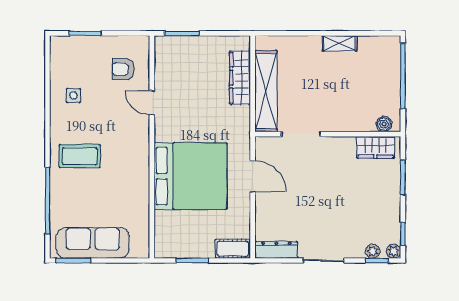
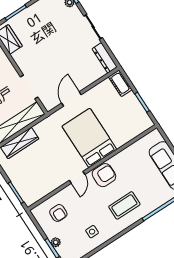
plant: (89, 43) -> (56, 242), added
door: (152, 103) -> (77, 177), moved
armchair: (133, 155) -> (104, 175), added
coffee table: (80, 156) -> (124, 205), turned 90
bed: (190, 176) -> (89, 138), width x0.73

